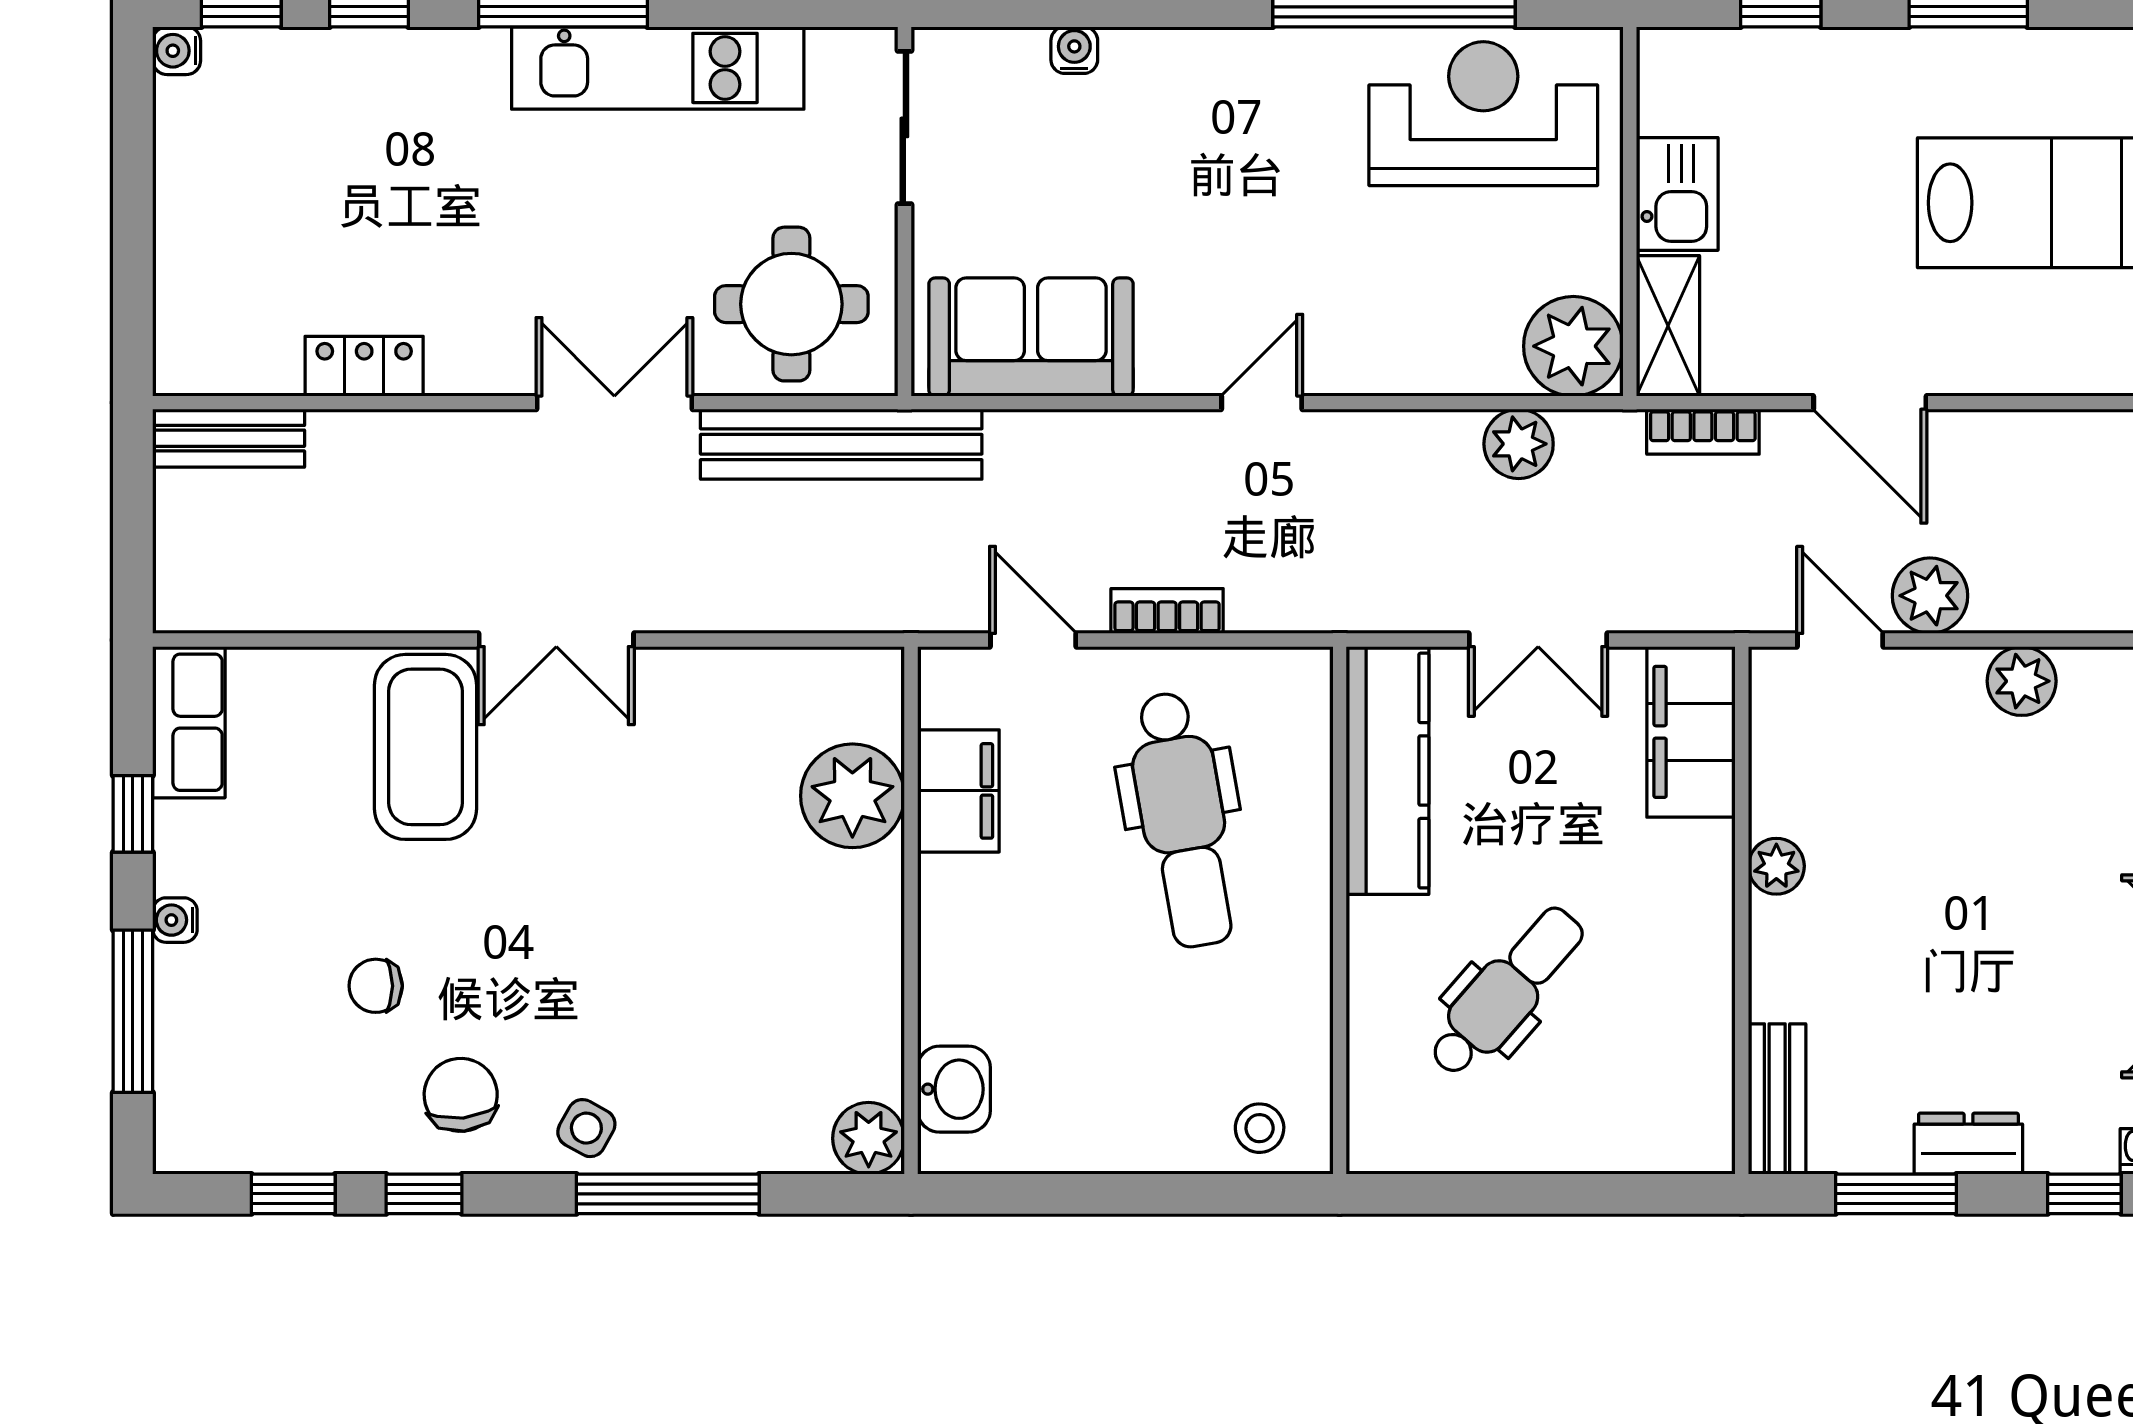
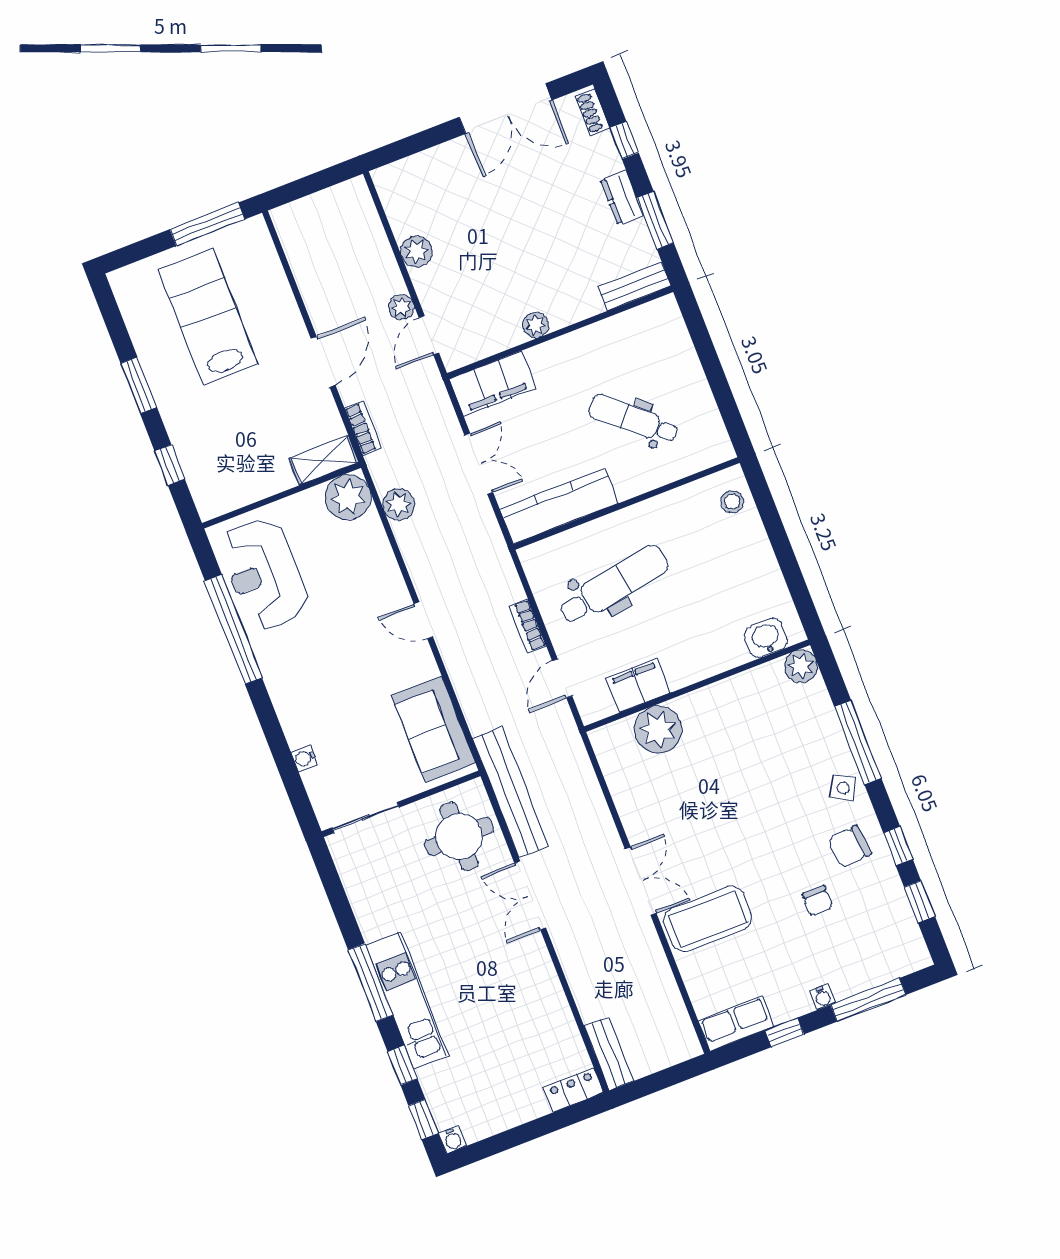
kitchen unit: (658, 68) -> (407, 1000), moved
kitchen sink: (1677, 194) -> (266, 478), removed
locker: (364, 366) -> (573, 1090), moved, turned 90
plant: (1930, 596) -> (401, 307), width x0.73, depth x0.73

